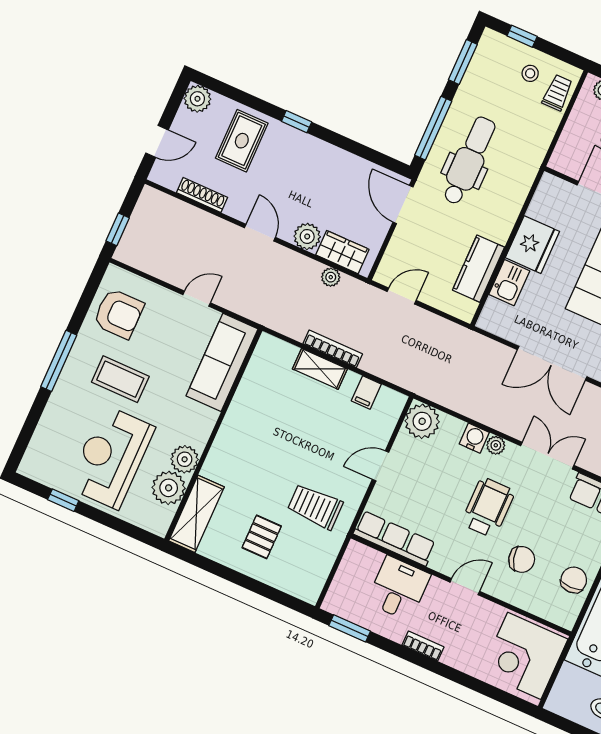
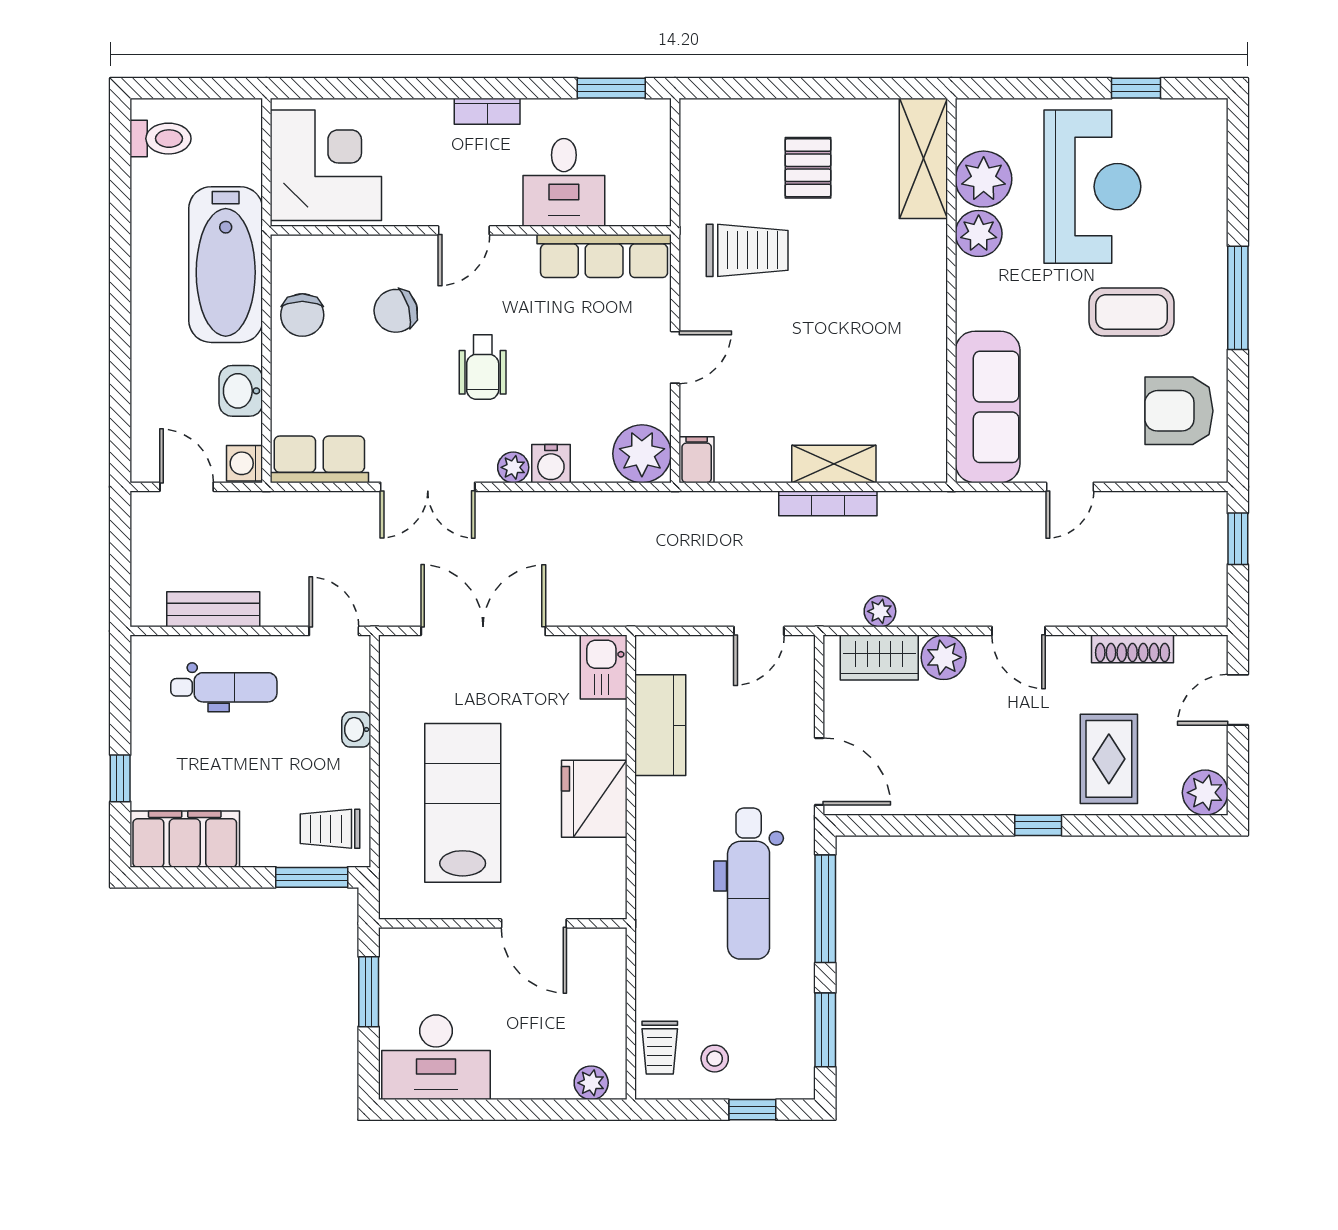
kitchen sink: (509, 283) -> (604, 667), moved
filing cabinet: (366, 392) -> (697, 460), moved
wheelchair: (488, 507) -> (483, 367), width x0.73, depth x0.73

